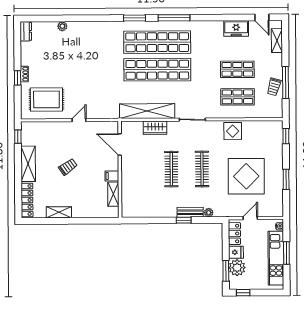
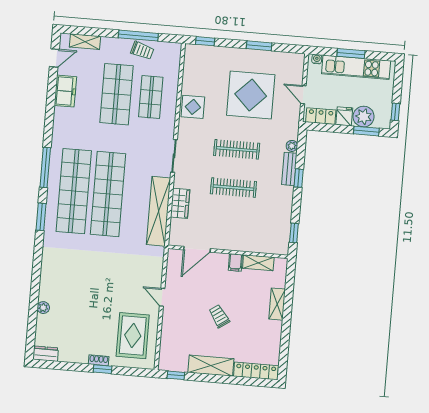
shop shelf: (237, 69) -> (116, 94), width x1.43, depth x1.36
shelving: (59, 212) -> (277, 304), moved
window: (140, 220) -> (294, 233), added

